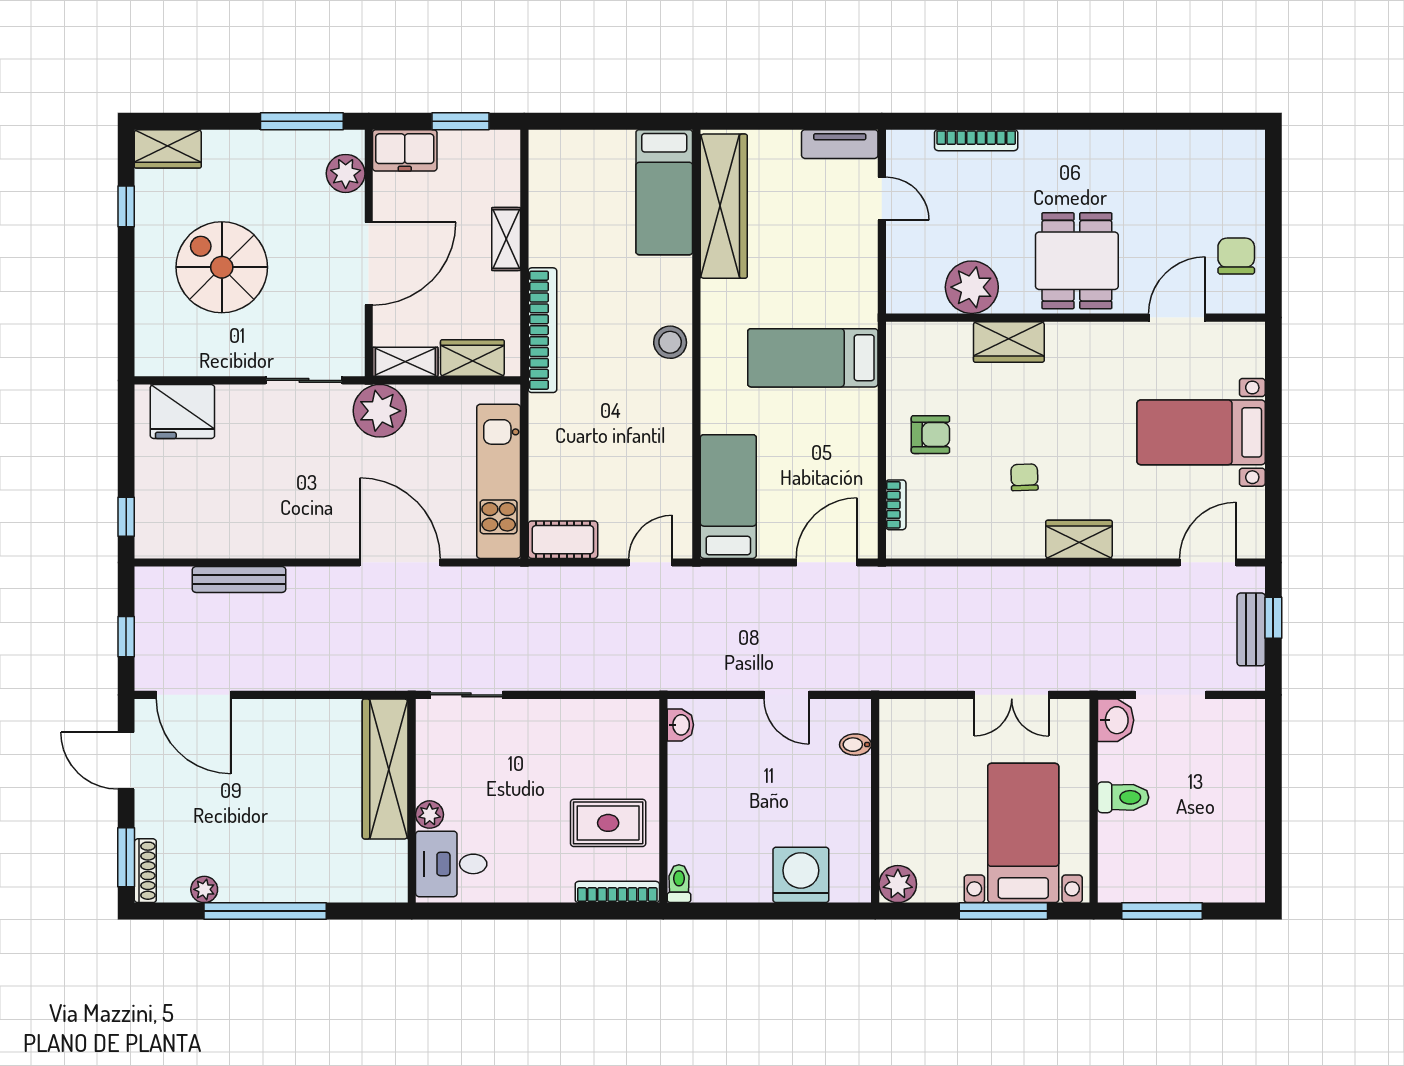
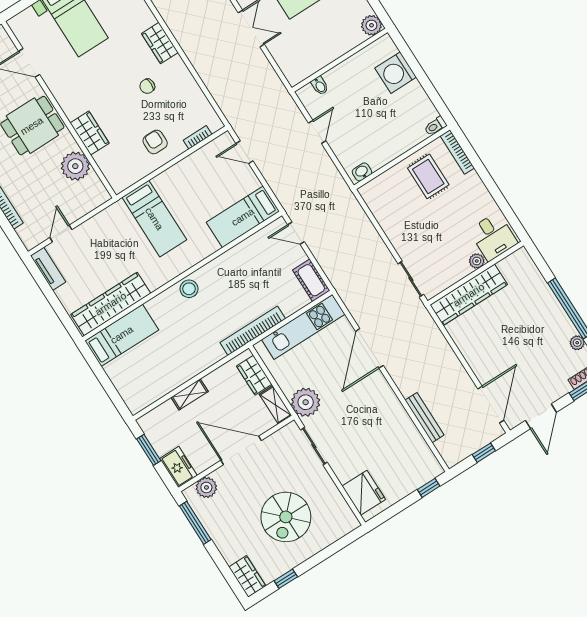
bookcase: (542, 330) -> (253, 331), moved
door: (827, 562) -> (244, 152), width x0.73

